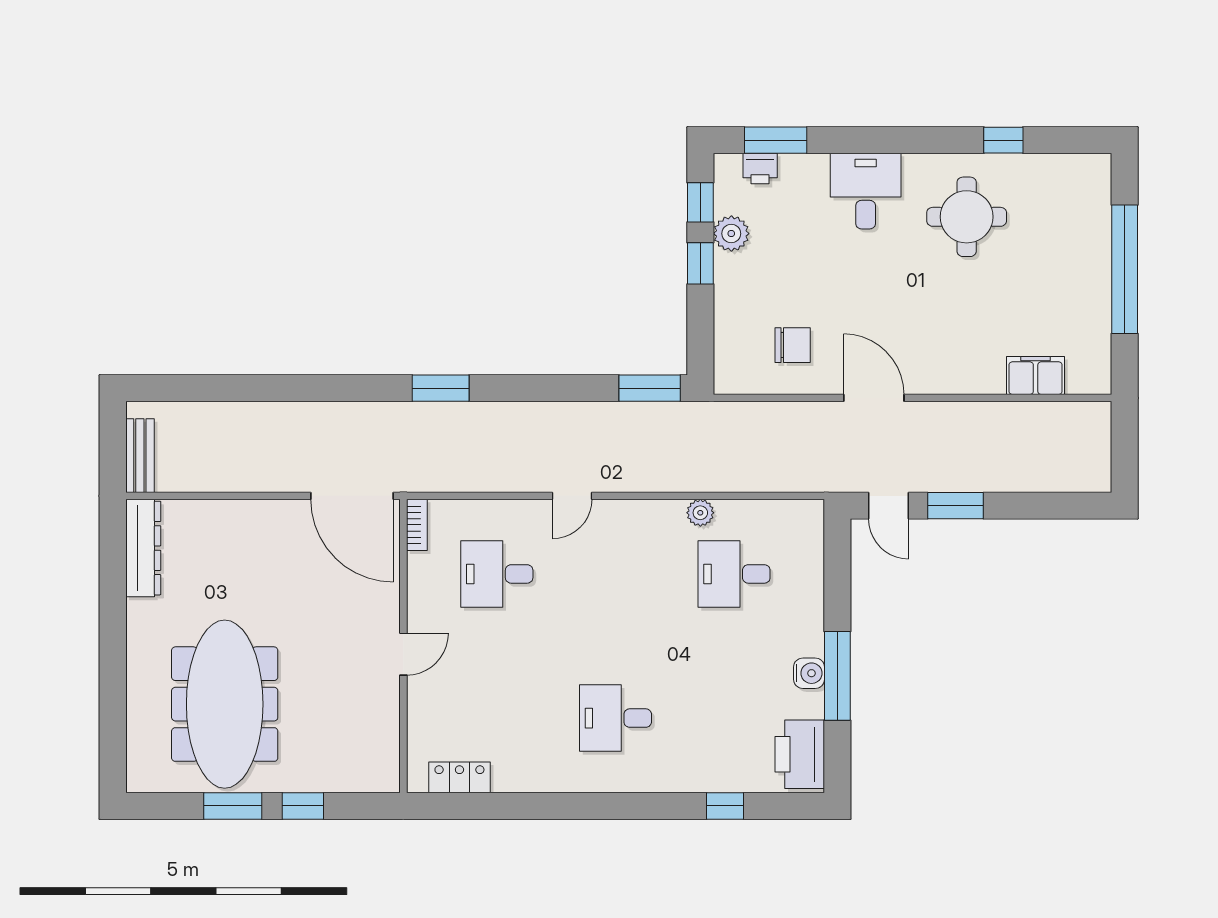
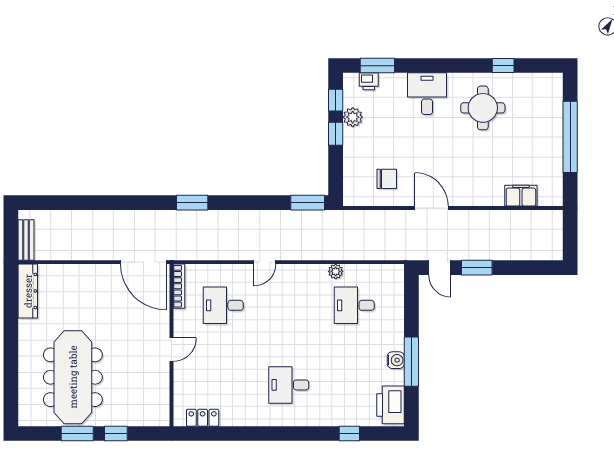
bookcase: (417, 525) -> (179, 286), width x1.56

